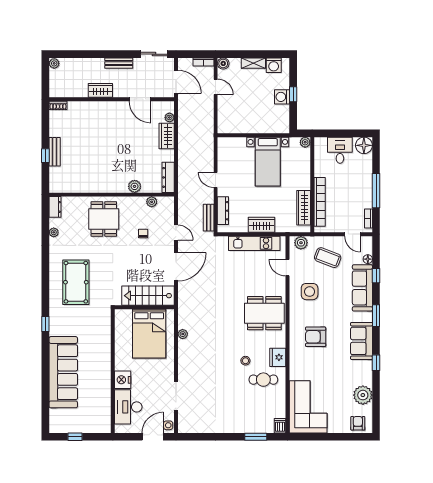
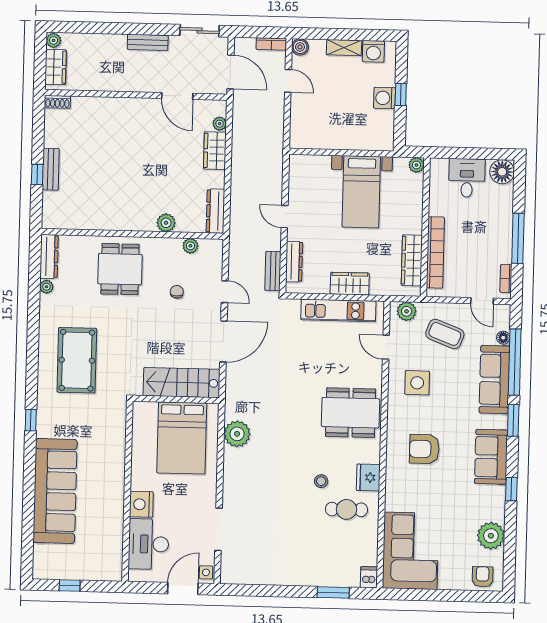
wardrobe: (100, 90) -> (56, 67), moved, turned 90
dresser: (55, 207) -> (49, 256), width x1.44
window: (376, 276) -> (515, 362), width x3.17
plant: (183, 334) -> (237, 434), width x1.88, depth x1.88

